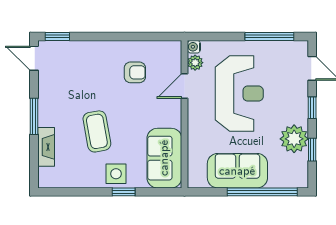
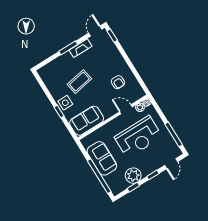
fireplace: (46, 147) -> (81, 48), moved

